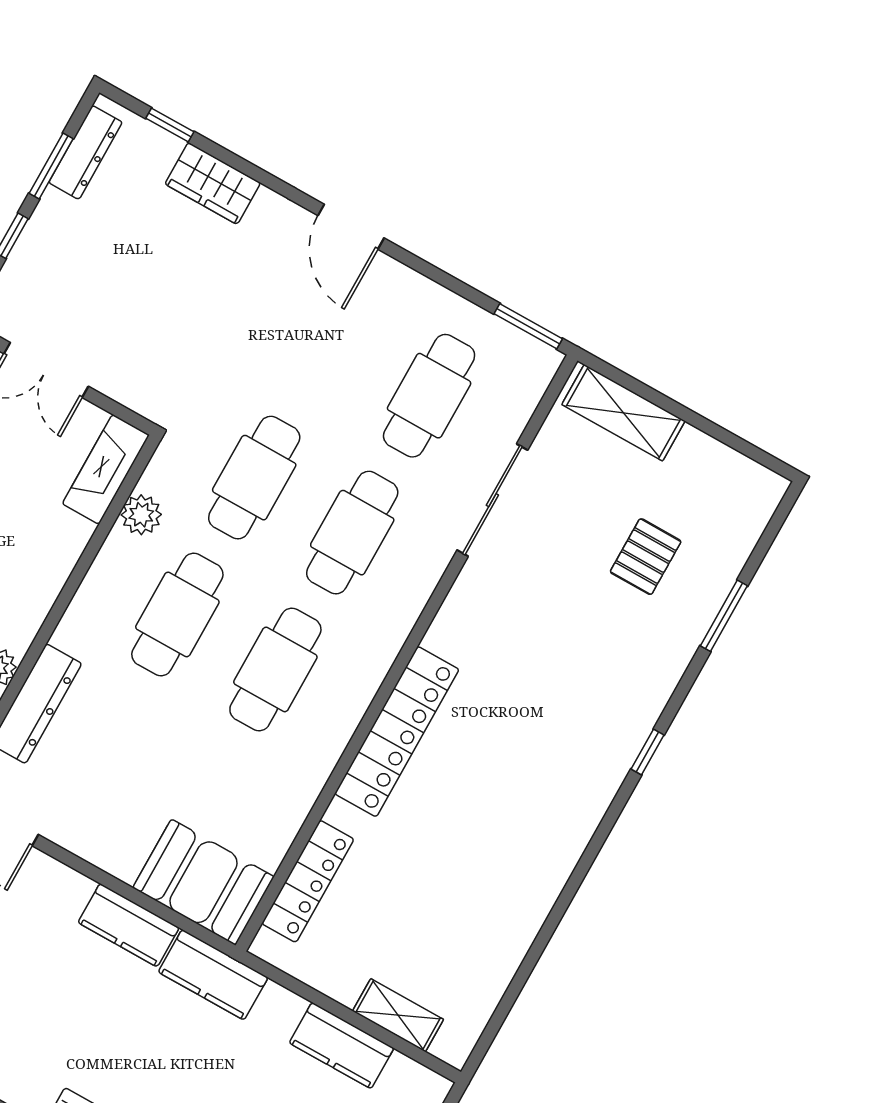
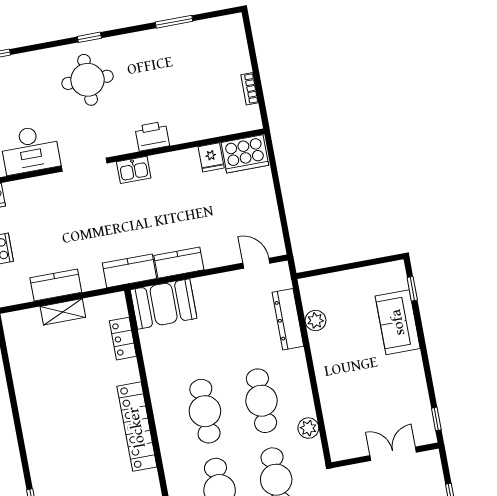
fireplace: (106, 469) -> (337, 434), removed
locker: (308, 881) -> (123, 339), width x0.66
shelving: (398, 1015) -> (63, 312), moved

